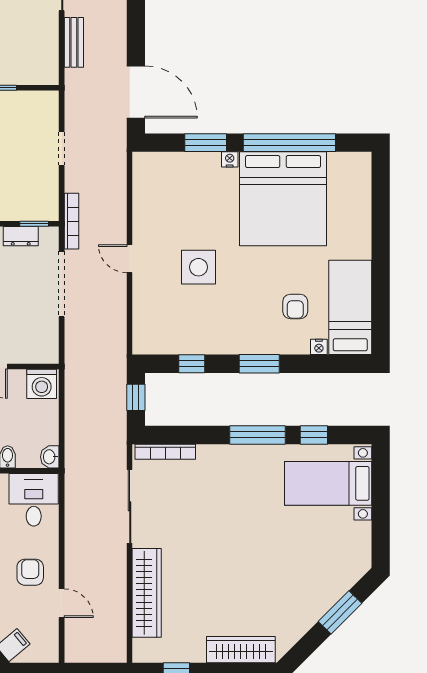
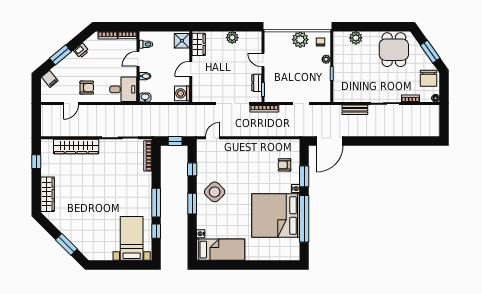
door: (130, 259) -> (213, 138), moved
side table: (198, 267) -> (215, 192), moved, turned 45
armchair: (295, 306) -> (284, 165), moved

